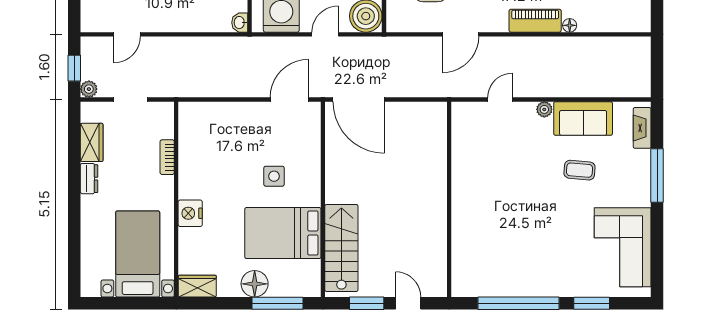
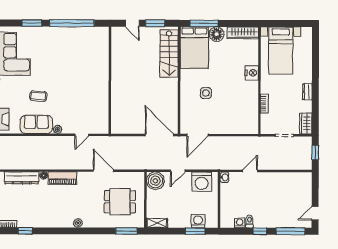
dresser: (610, 21) -> (22, 178), added
door: (127, 34) -> (250, 171), moved
door: (460, 34) -> (103, 171), hinge flipped
plant: (89, 89) -> (307, 141), removed
wardrobe: (92, 142) -> (306, 124), moved
bed: (283, 233) -> (194, 48), moved, turned 90
wardrobe: (197, 286) -> (243, 33), width x1.50

